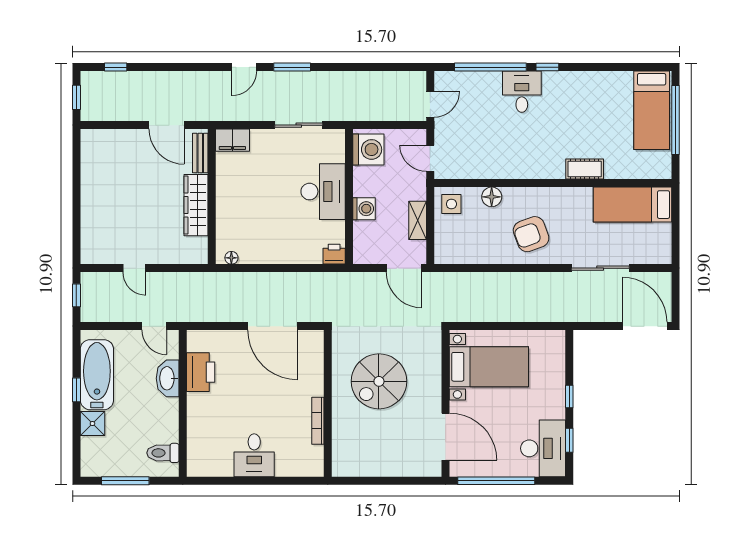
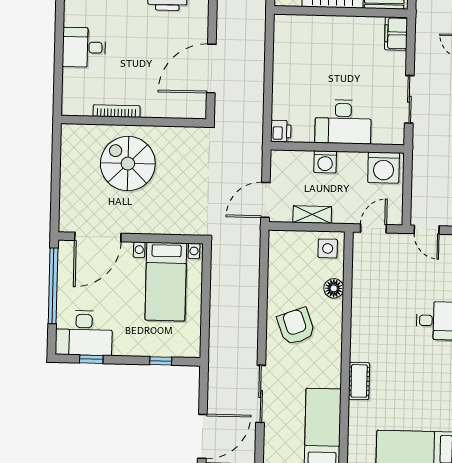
floor lamp: (231, 258) -> (280, 30), removed
spiral stairs: (379, 381) -> (128, 164), moved
window: (569, 397) -> (161, 361), moved

